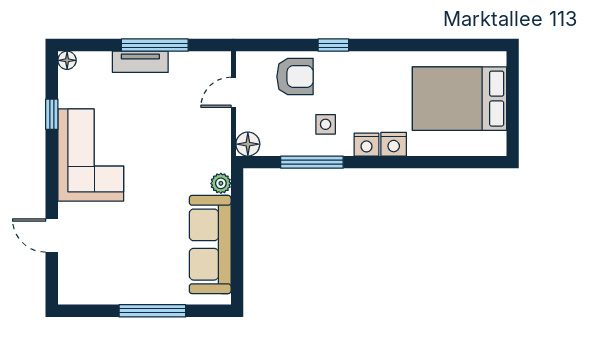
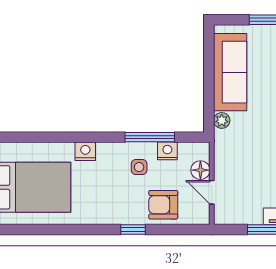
door: (233, 92) -> (212, 192), swing flipped
floor lamp: (248, 144) -> (200, 170), moved
nightstand: (366, 145) -> (167, 151), moved

